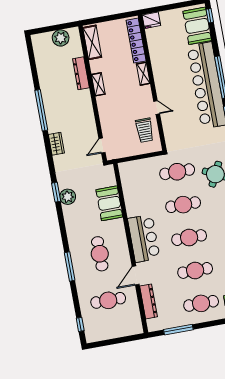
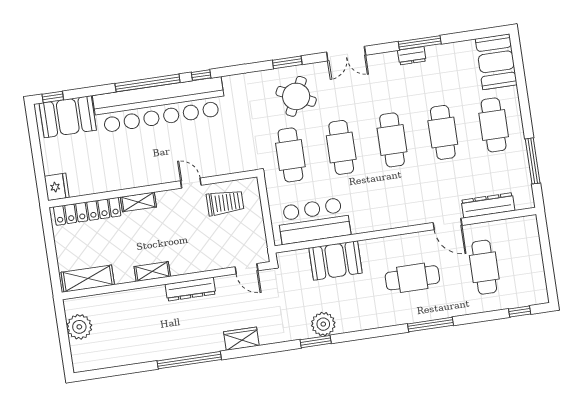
dresser: (81, 73) -> (190, 289), moved
door: (157, 107) -> (191, 183), hinge flipped
bar counter: (144, 238) -> (314, 221), moved

